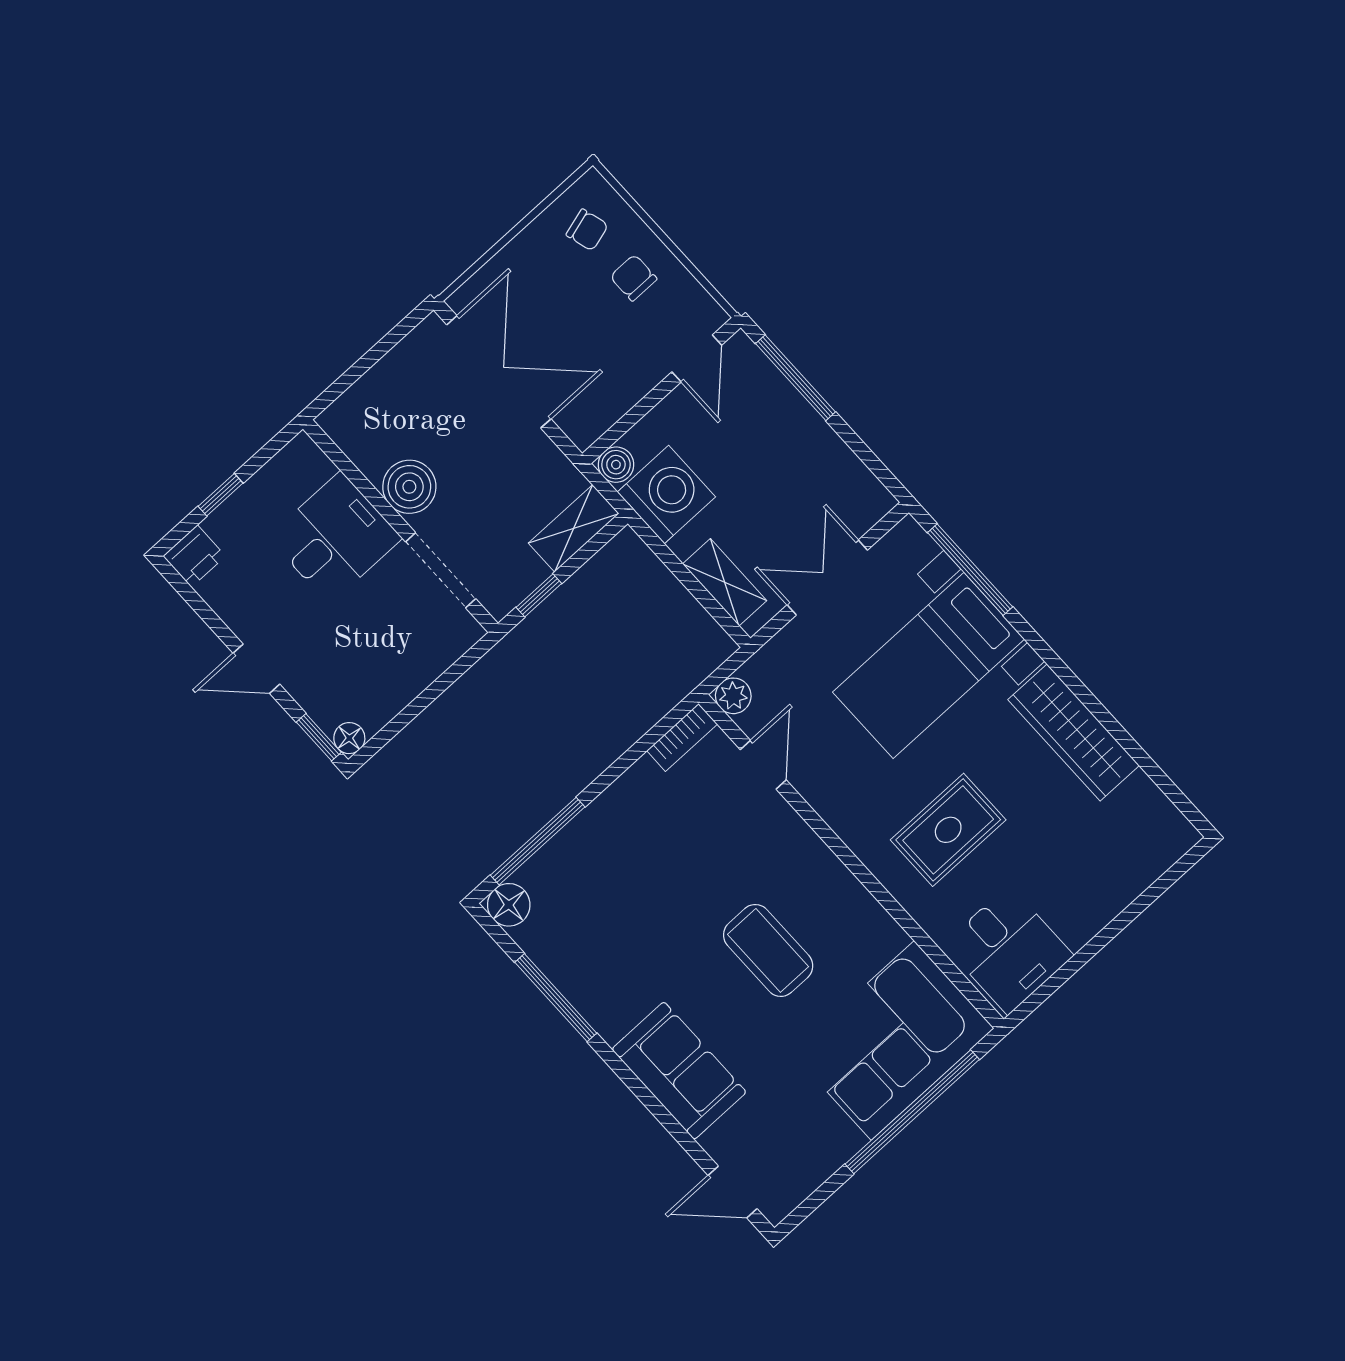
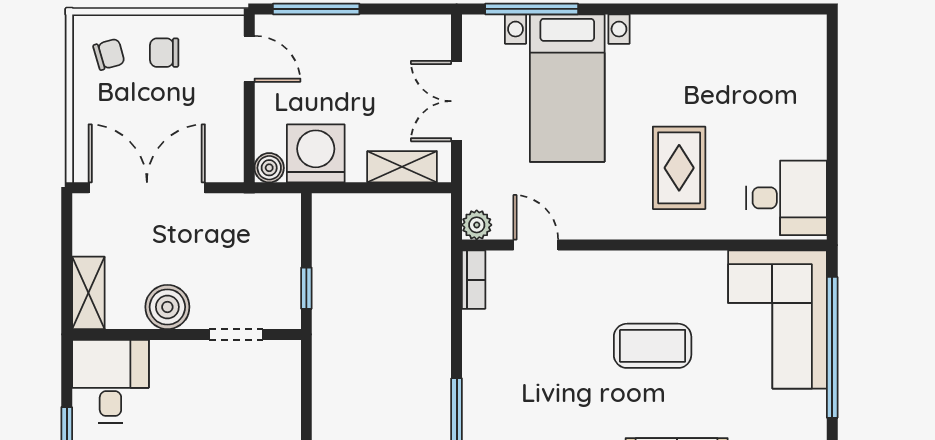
shelving: (574, 528) -> (88, 293), moved
desk: (335, 538) -> (110, 381), moved
doorway: (441, 570) -> (236, 334), width x0.73
wardrobe: (1074, 733) -> (689, 36), removed

